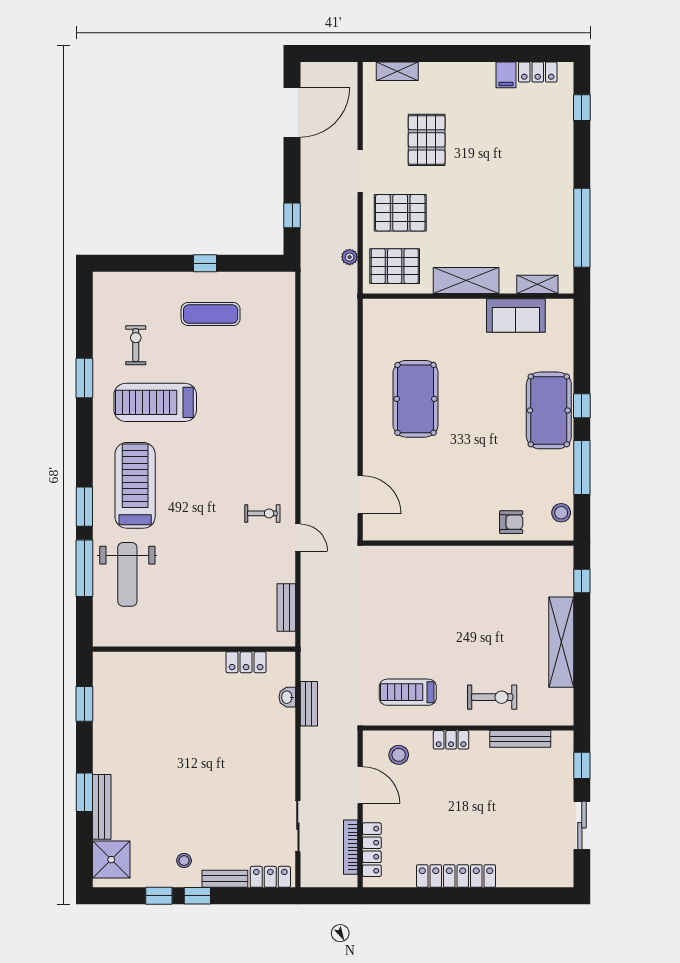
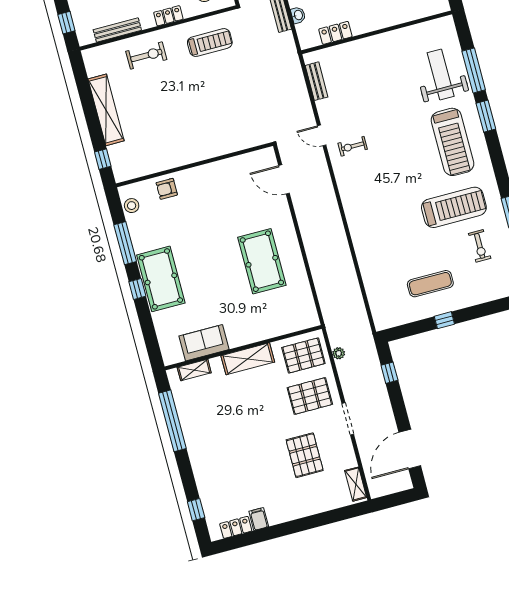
shelving: (397, 71) -> (356, 484), moved, turned 90
exercise bike: (492, 697) -> (146, 55), turned 180

